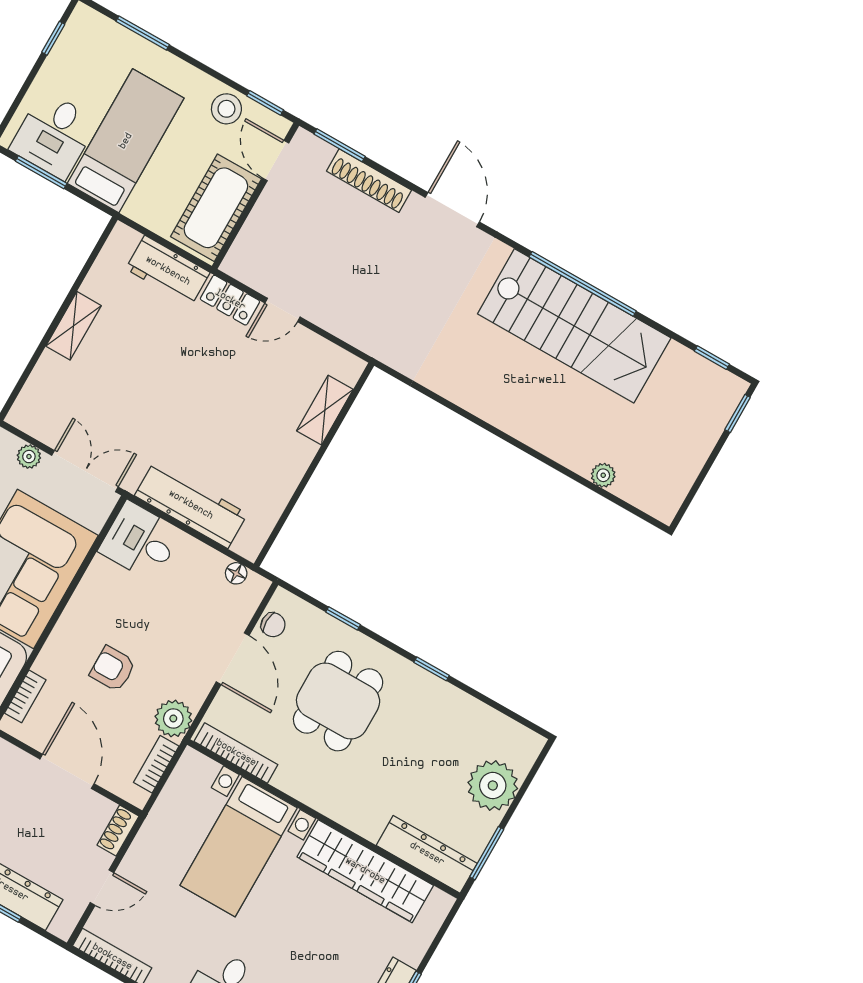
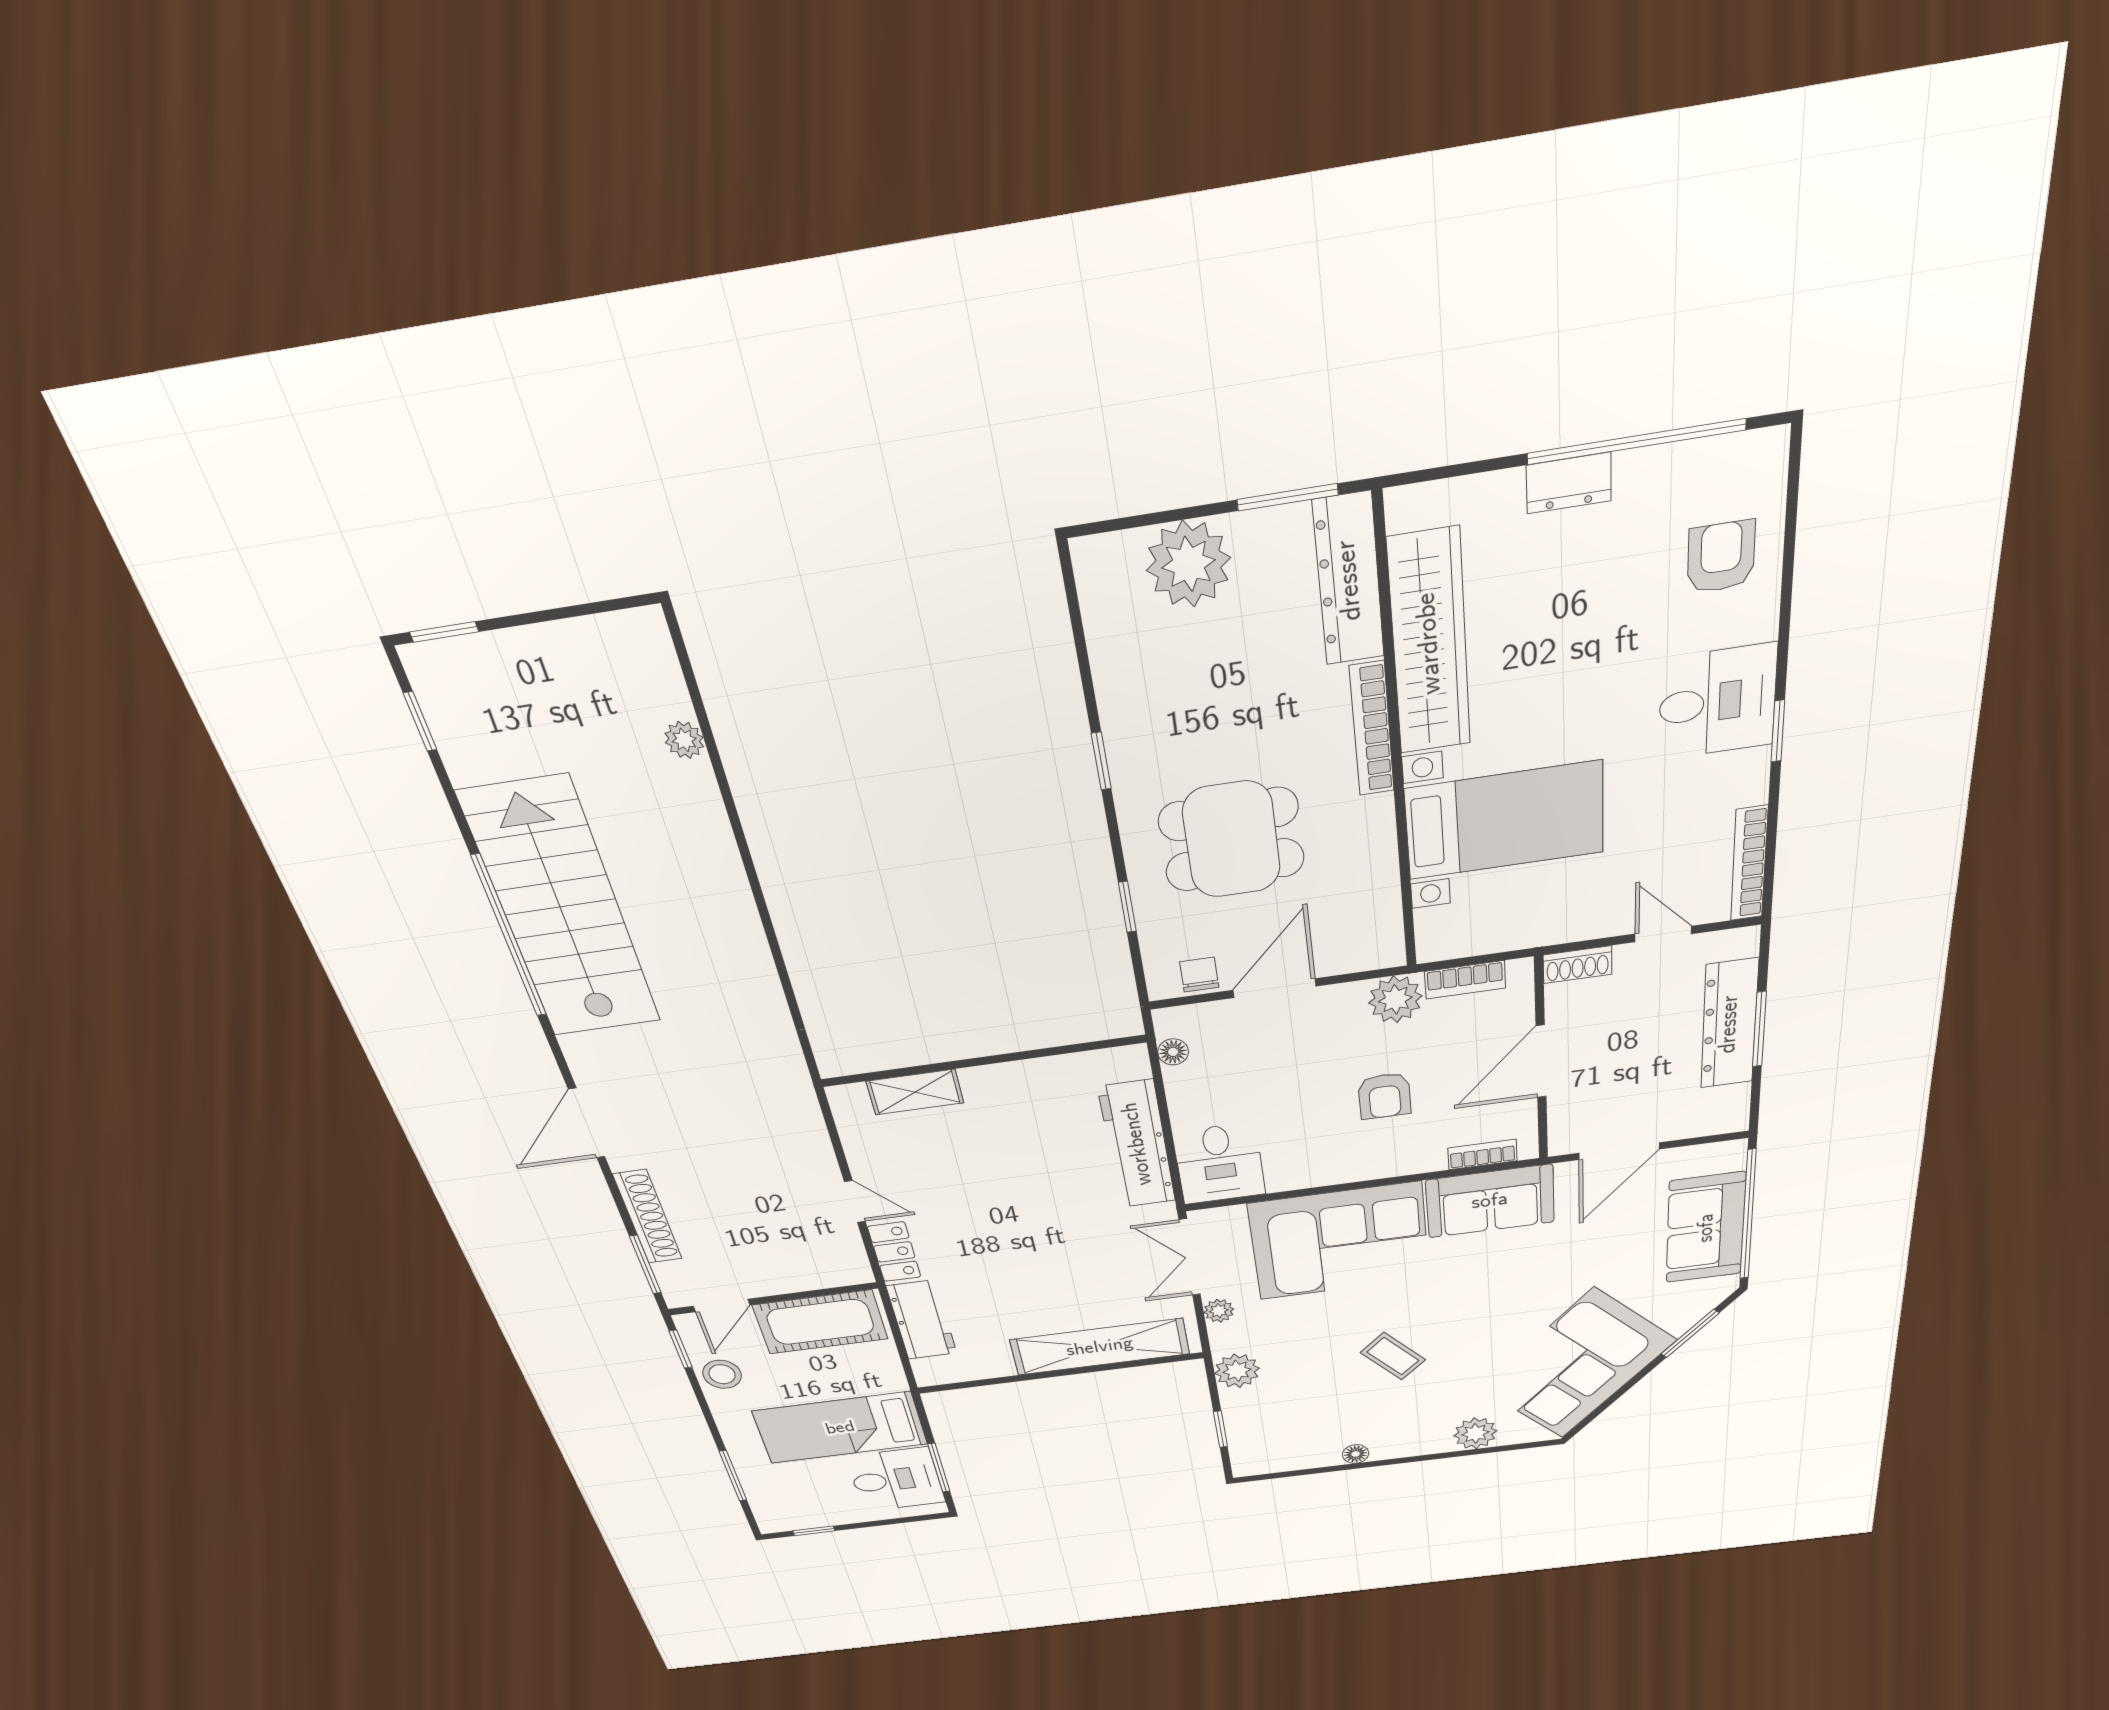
shelving: (74, 326) -> (1100, 1347), width x2.20, depth x1.33
bookcase: (236, 753) -> (1372, 729), moved

